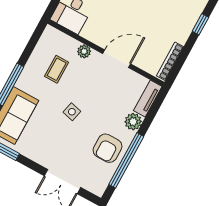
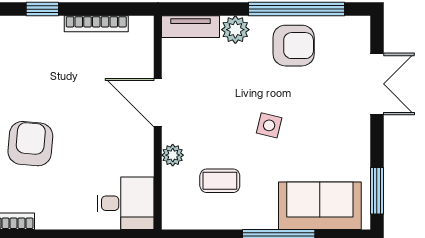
bookcase: (170, 61) -> (96, 24), moved

